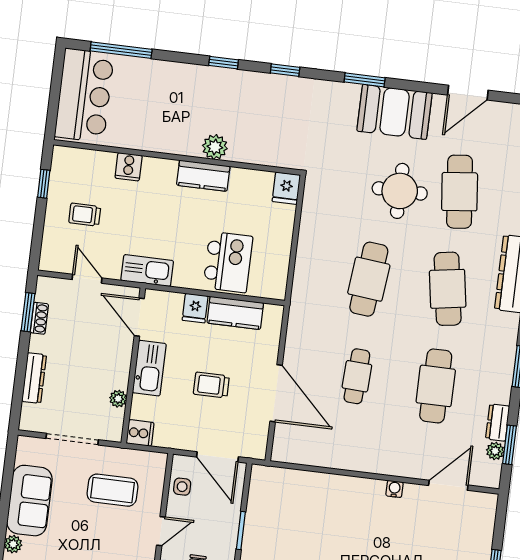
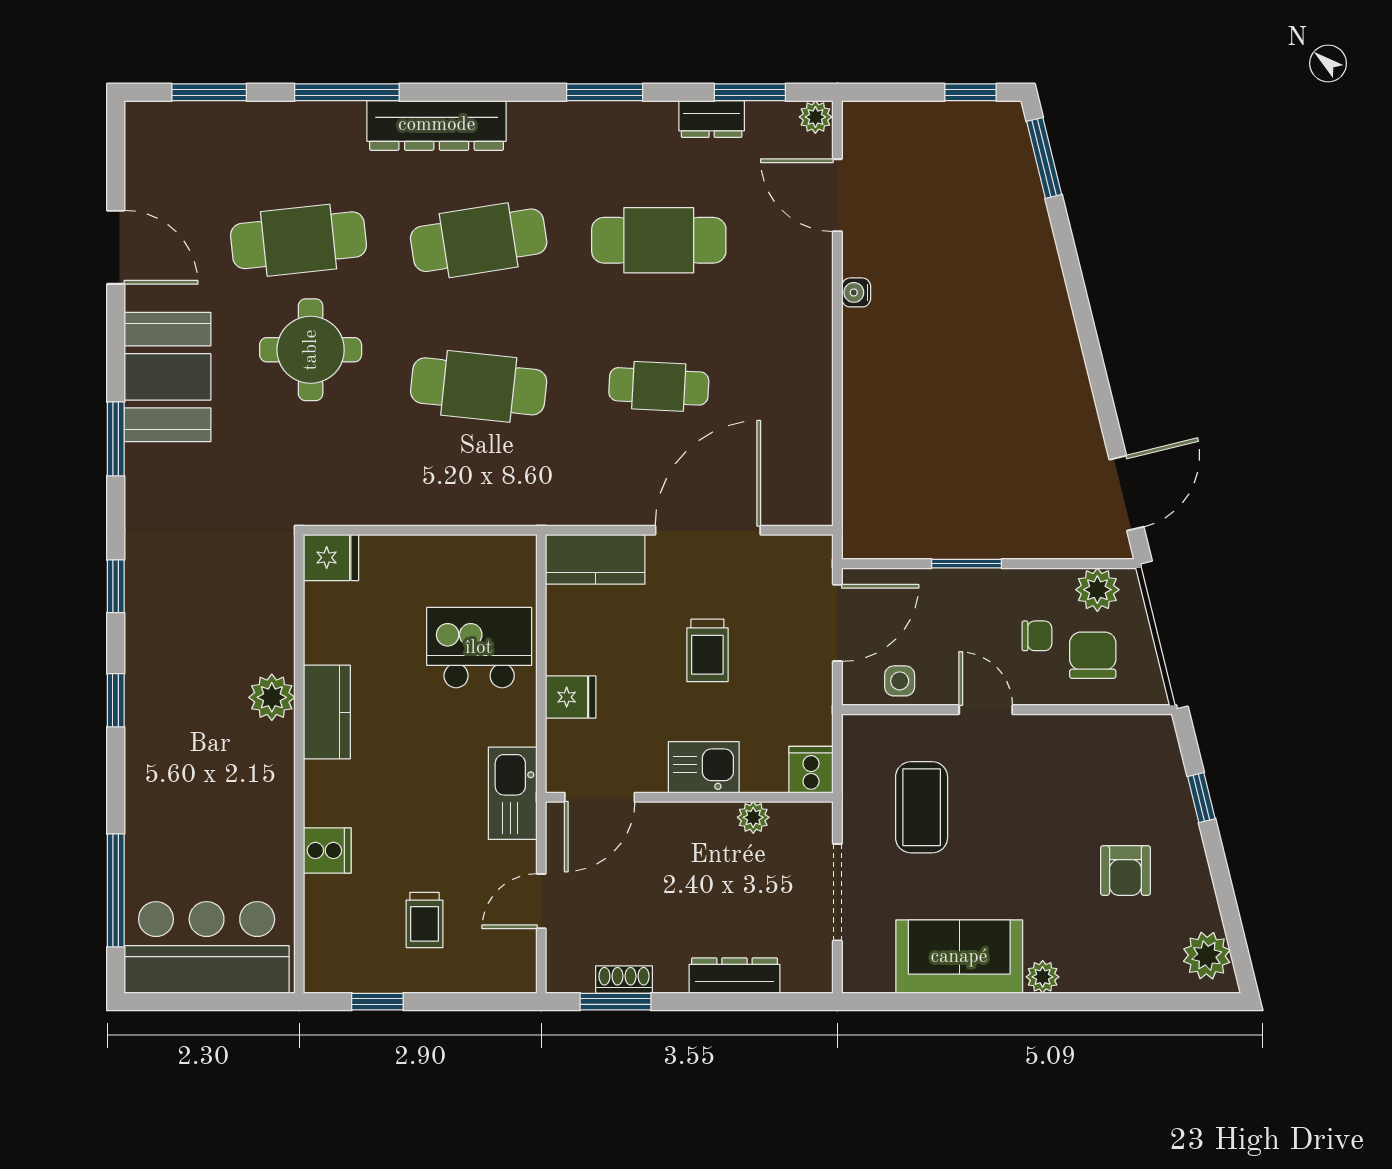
kitchen counter: (235, 313) -> (595, 559), moved, turned 90
kitchen sink: (149, 368) -> (704, 767), width x0.73
plant: (495, 451) -> (815, 117), moved

